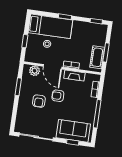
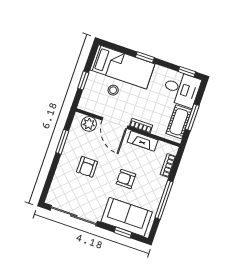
desk: (95, 34) -> (181, 89), added
armchair: (58, 96) -> (126, 179), moved

